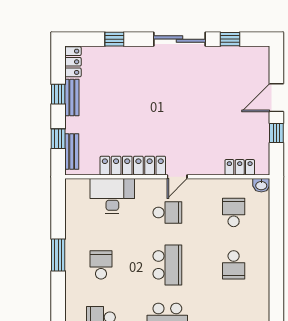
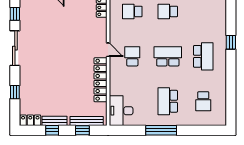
bench: (72, 152) -> (87, 121), width x1.36
desk: (112, 196) -> (121, 111), moved
window: (58, 255) -> (161, 130), width x1.44
school desk: (101, 265) -> (168, 101), width x1.85
school desk: (234, 265) -> (168, 11), turned 180

